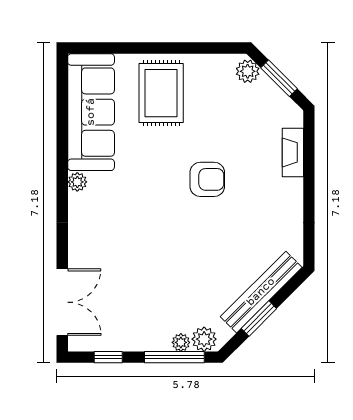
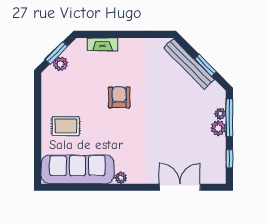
plant: (248, 71) -> (60, 64), moved
rug: (161, 93) -> (66, 126), width x0.73, depth x0.70
double door: (62, 302) -> (180, 187), moved
plant: (204, 339) -> (218, 128), moved

